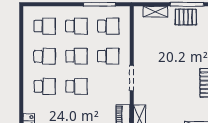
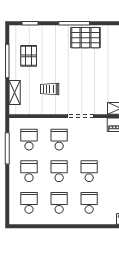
pallet: (186, 17) -> (29, 56), moved
trolley: (159, 47) -> (50, 89), added

